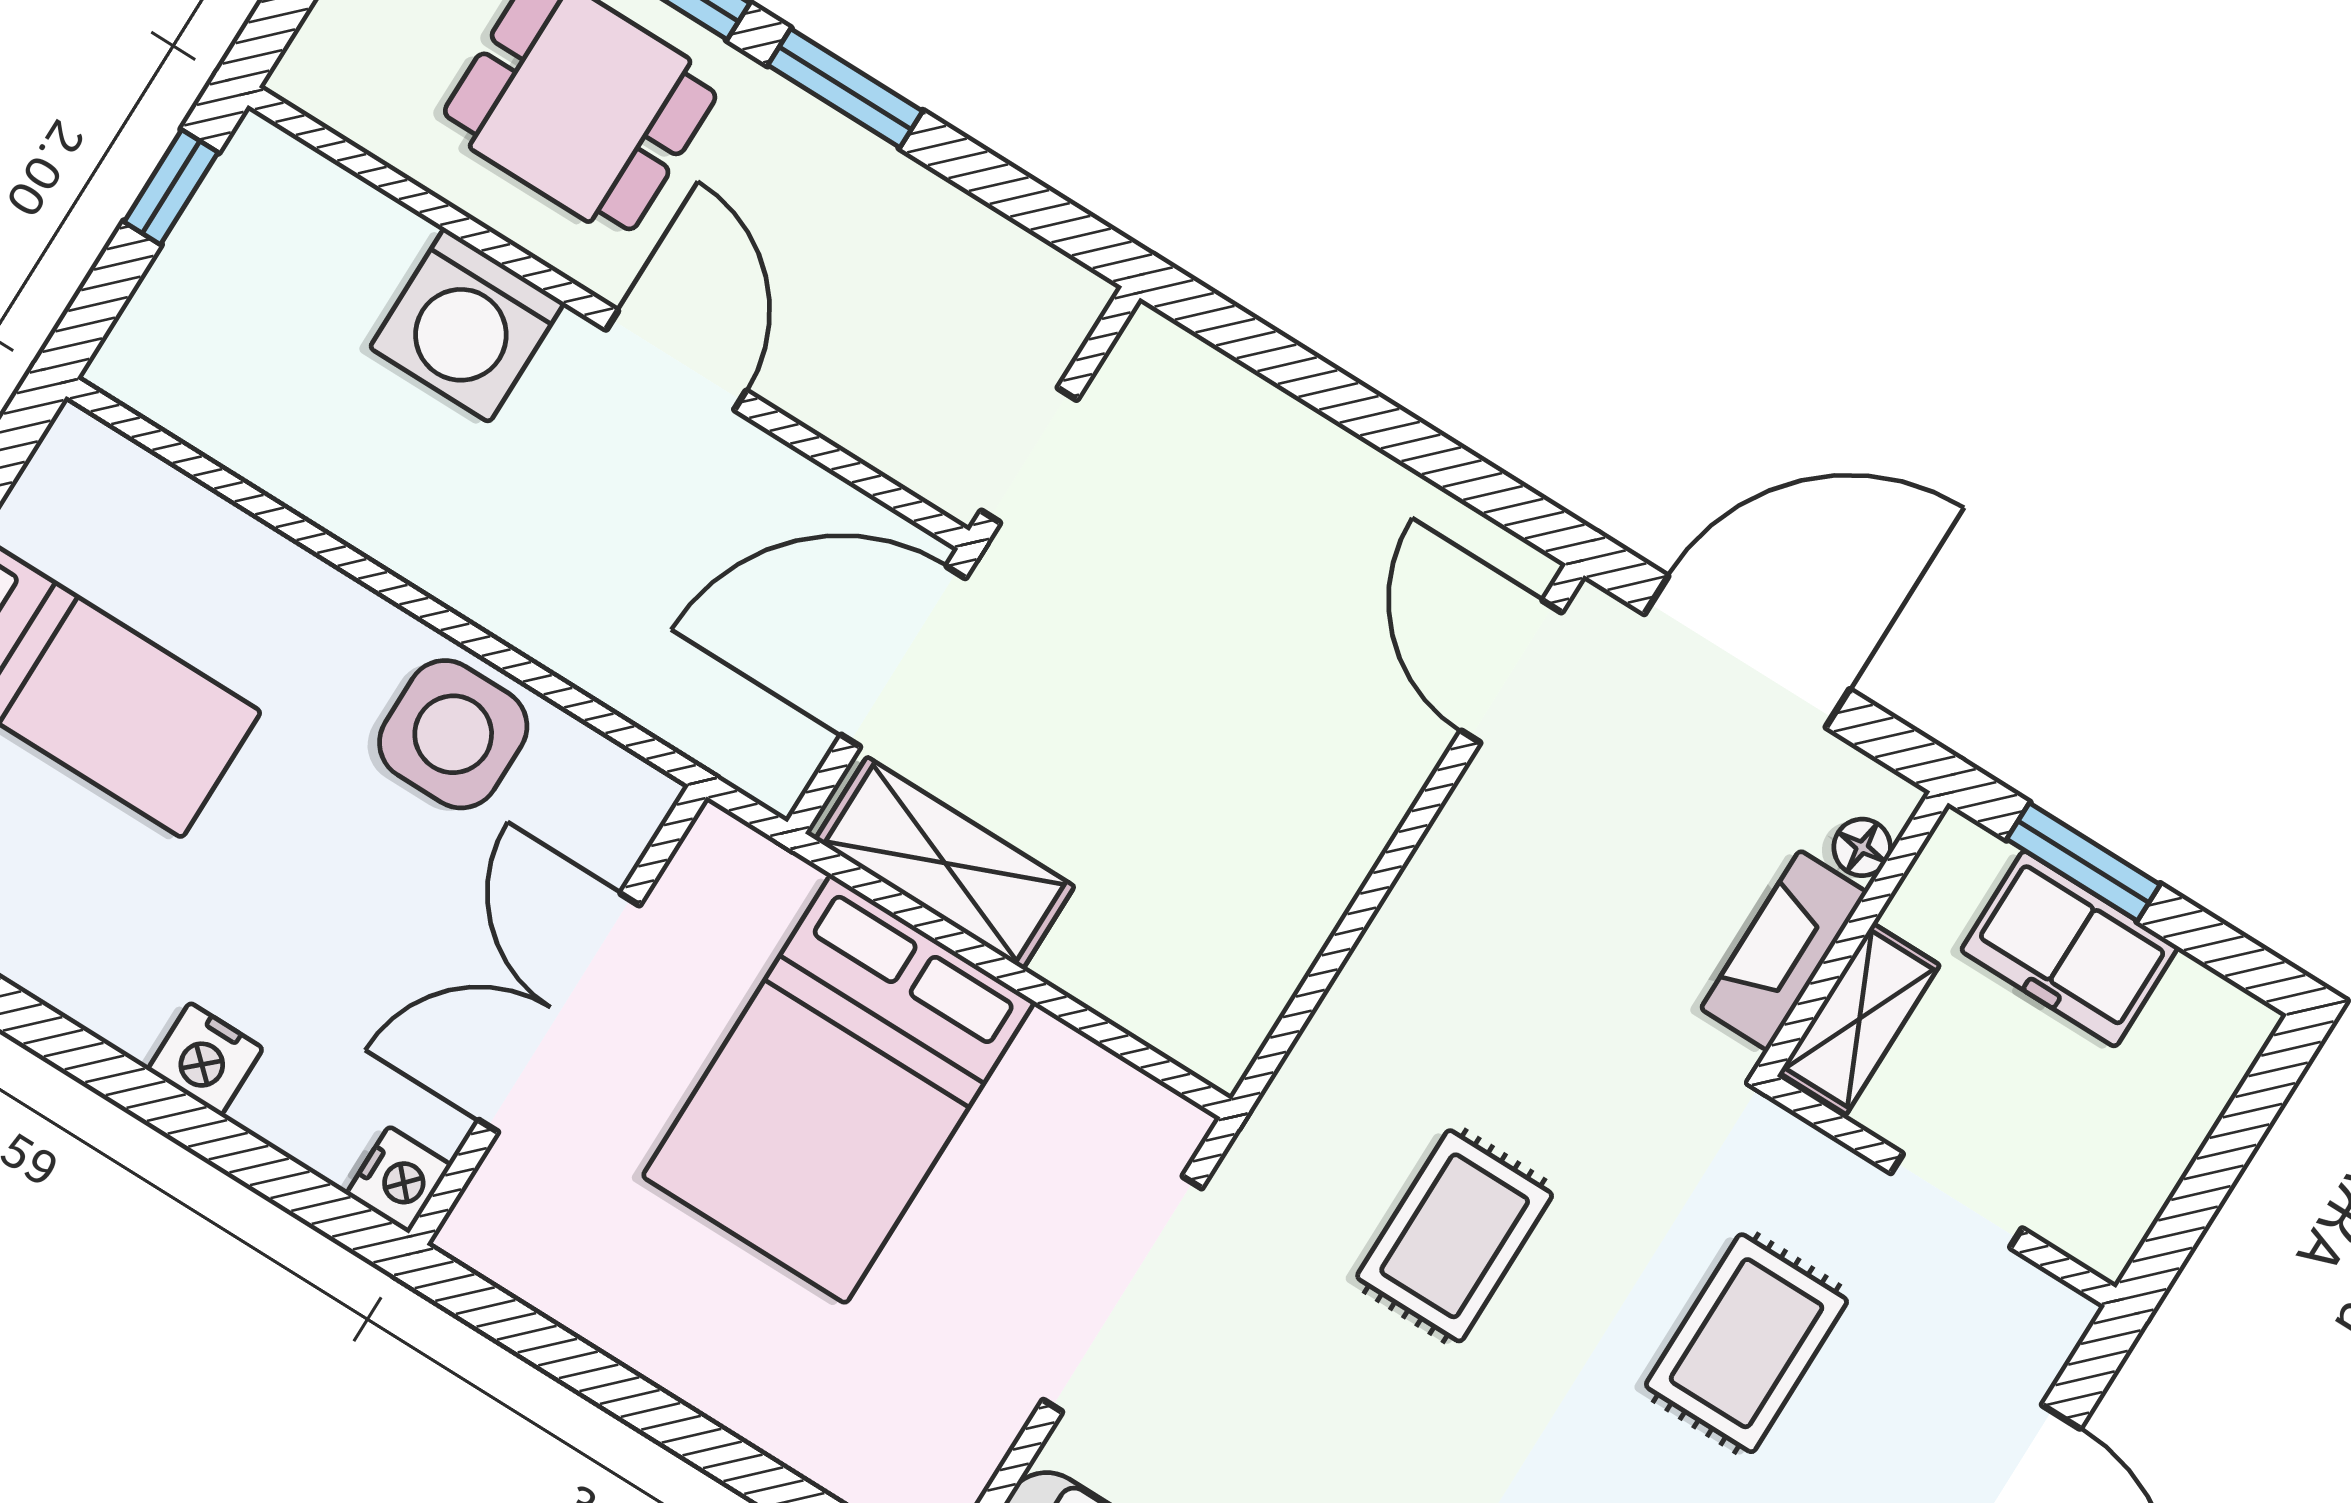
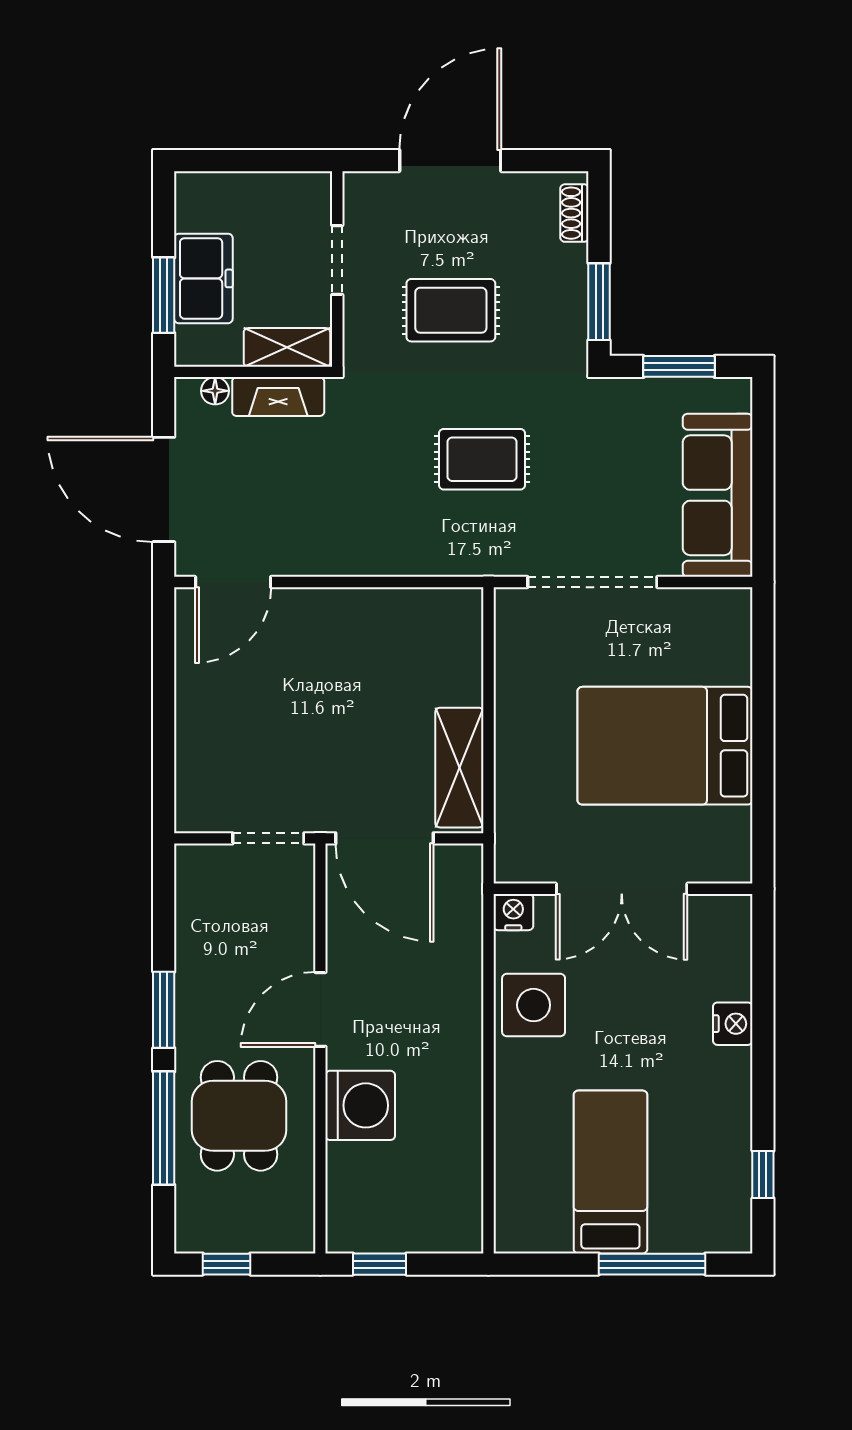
bed: (838, 1089) -> (665, 746), moved, turned 180
nightstand: (399, 1180) -> (513, 912), moved

